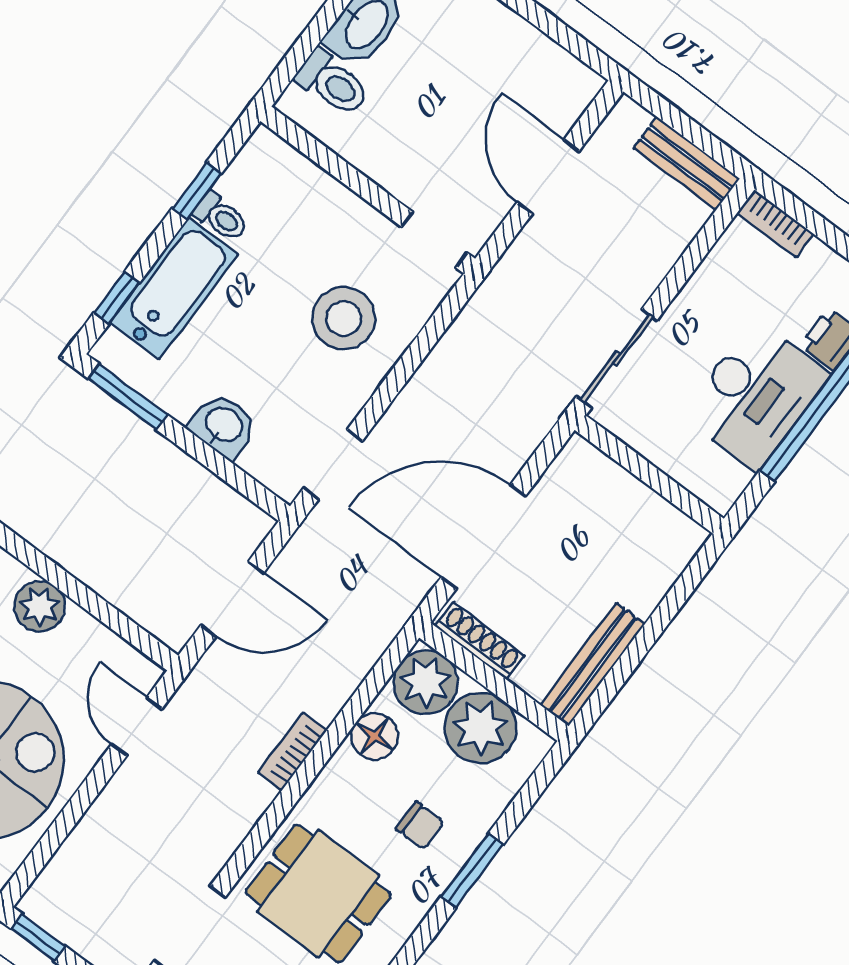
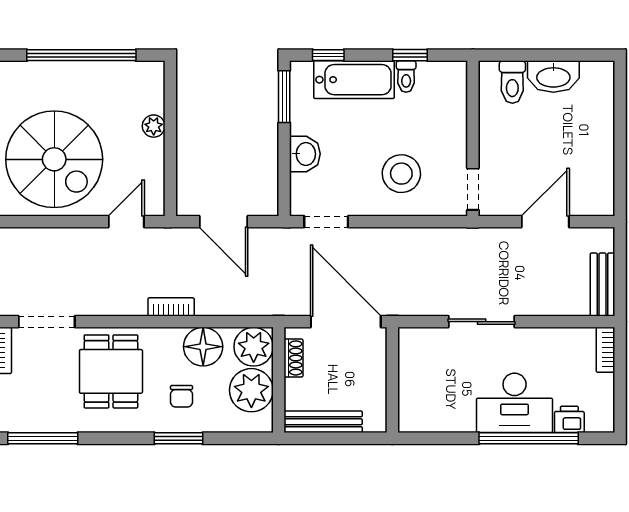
wall: (649, 474) -> (392, 380), moved
plant: (40, 606) -> (154, 126), width x0.73, depth x0.73
shoe rack: (480, 641) -> (293, 358), width x0.70
floor lamp: (374, 736) -> (203, 347), width x1.38, depth x1.38

